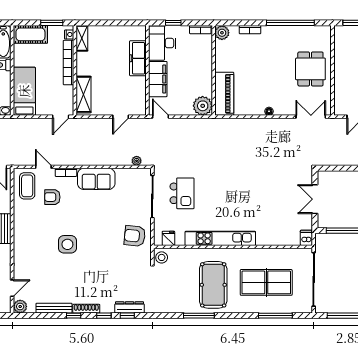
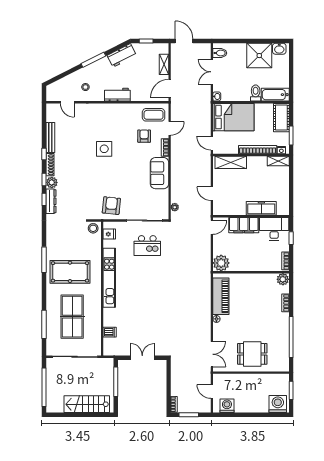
bed: (24, 91) -> (233, 117), width x1.50
piano: (224, 94) -> (221, 296), moved, turned -90
dishwasher: (306, 238) -> (110, 332), moved
plant: (20, 306) -> (52, 182), moved

